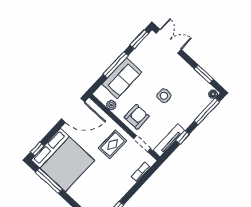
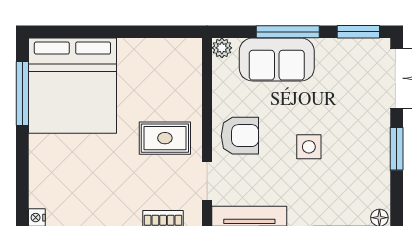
window: (204, 74) -> (397, 149), moved
plant: (111, 105) -> (222, 48), moved
door: (73, 110) -> (161, 32), removed
window: (37, 149) -> (54, 32), removed

